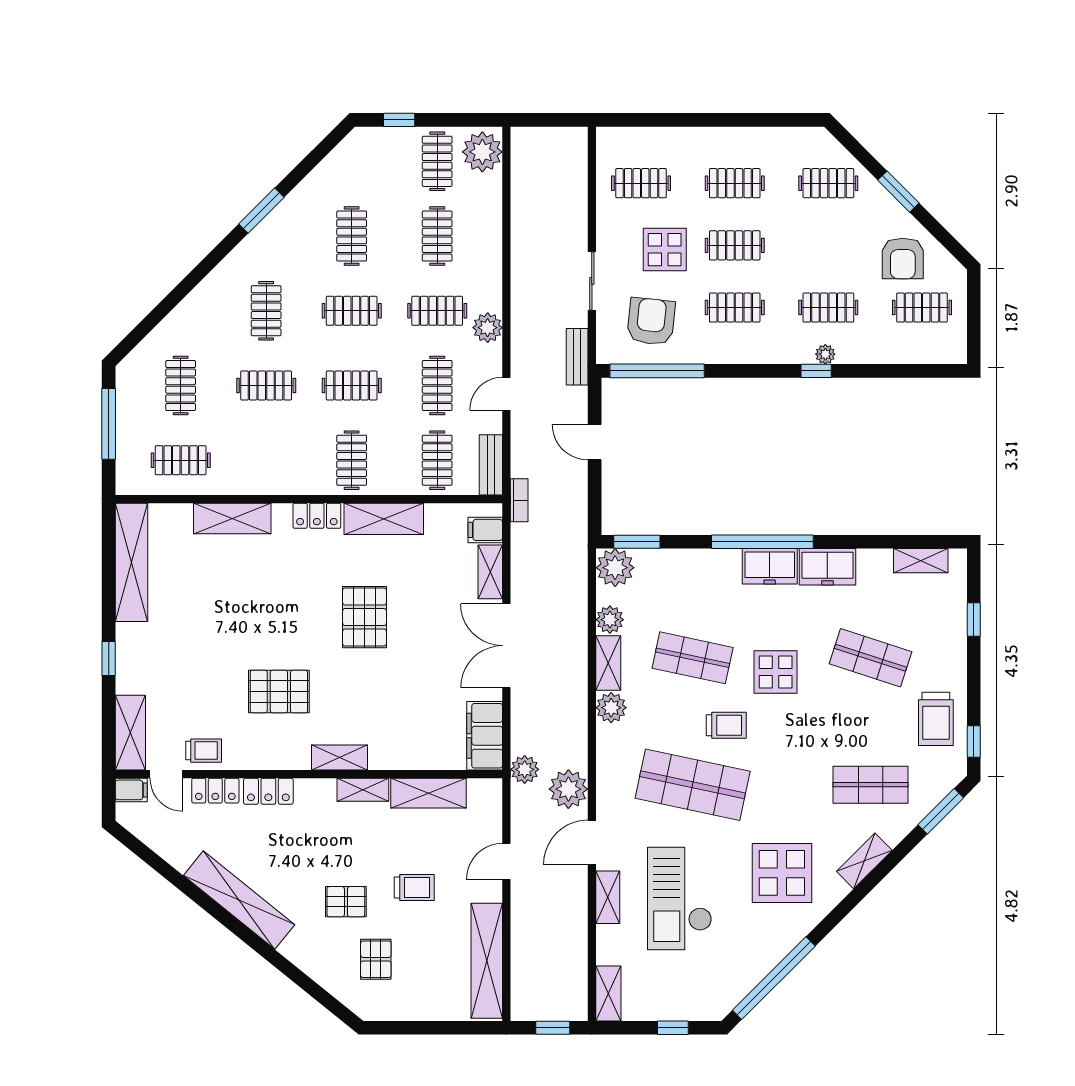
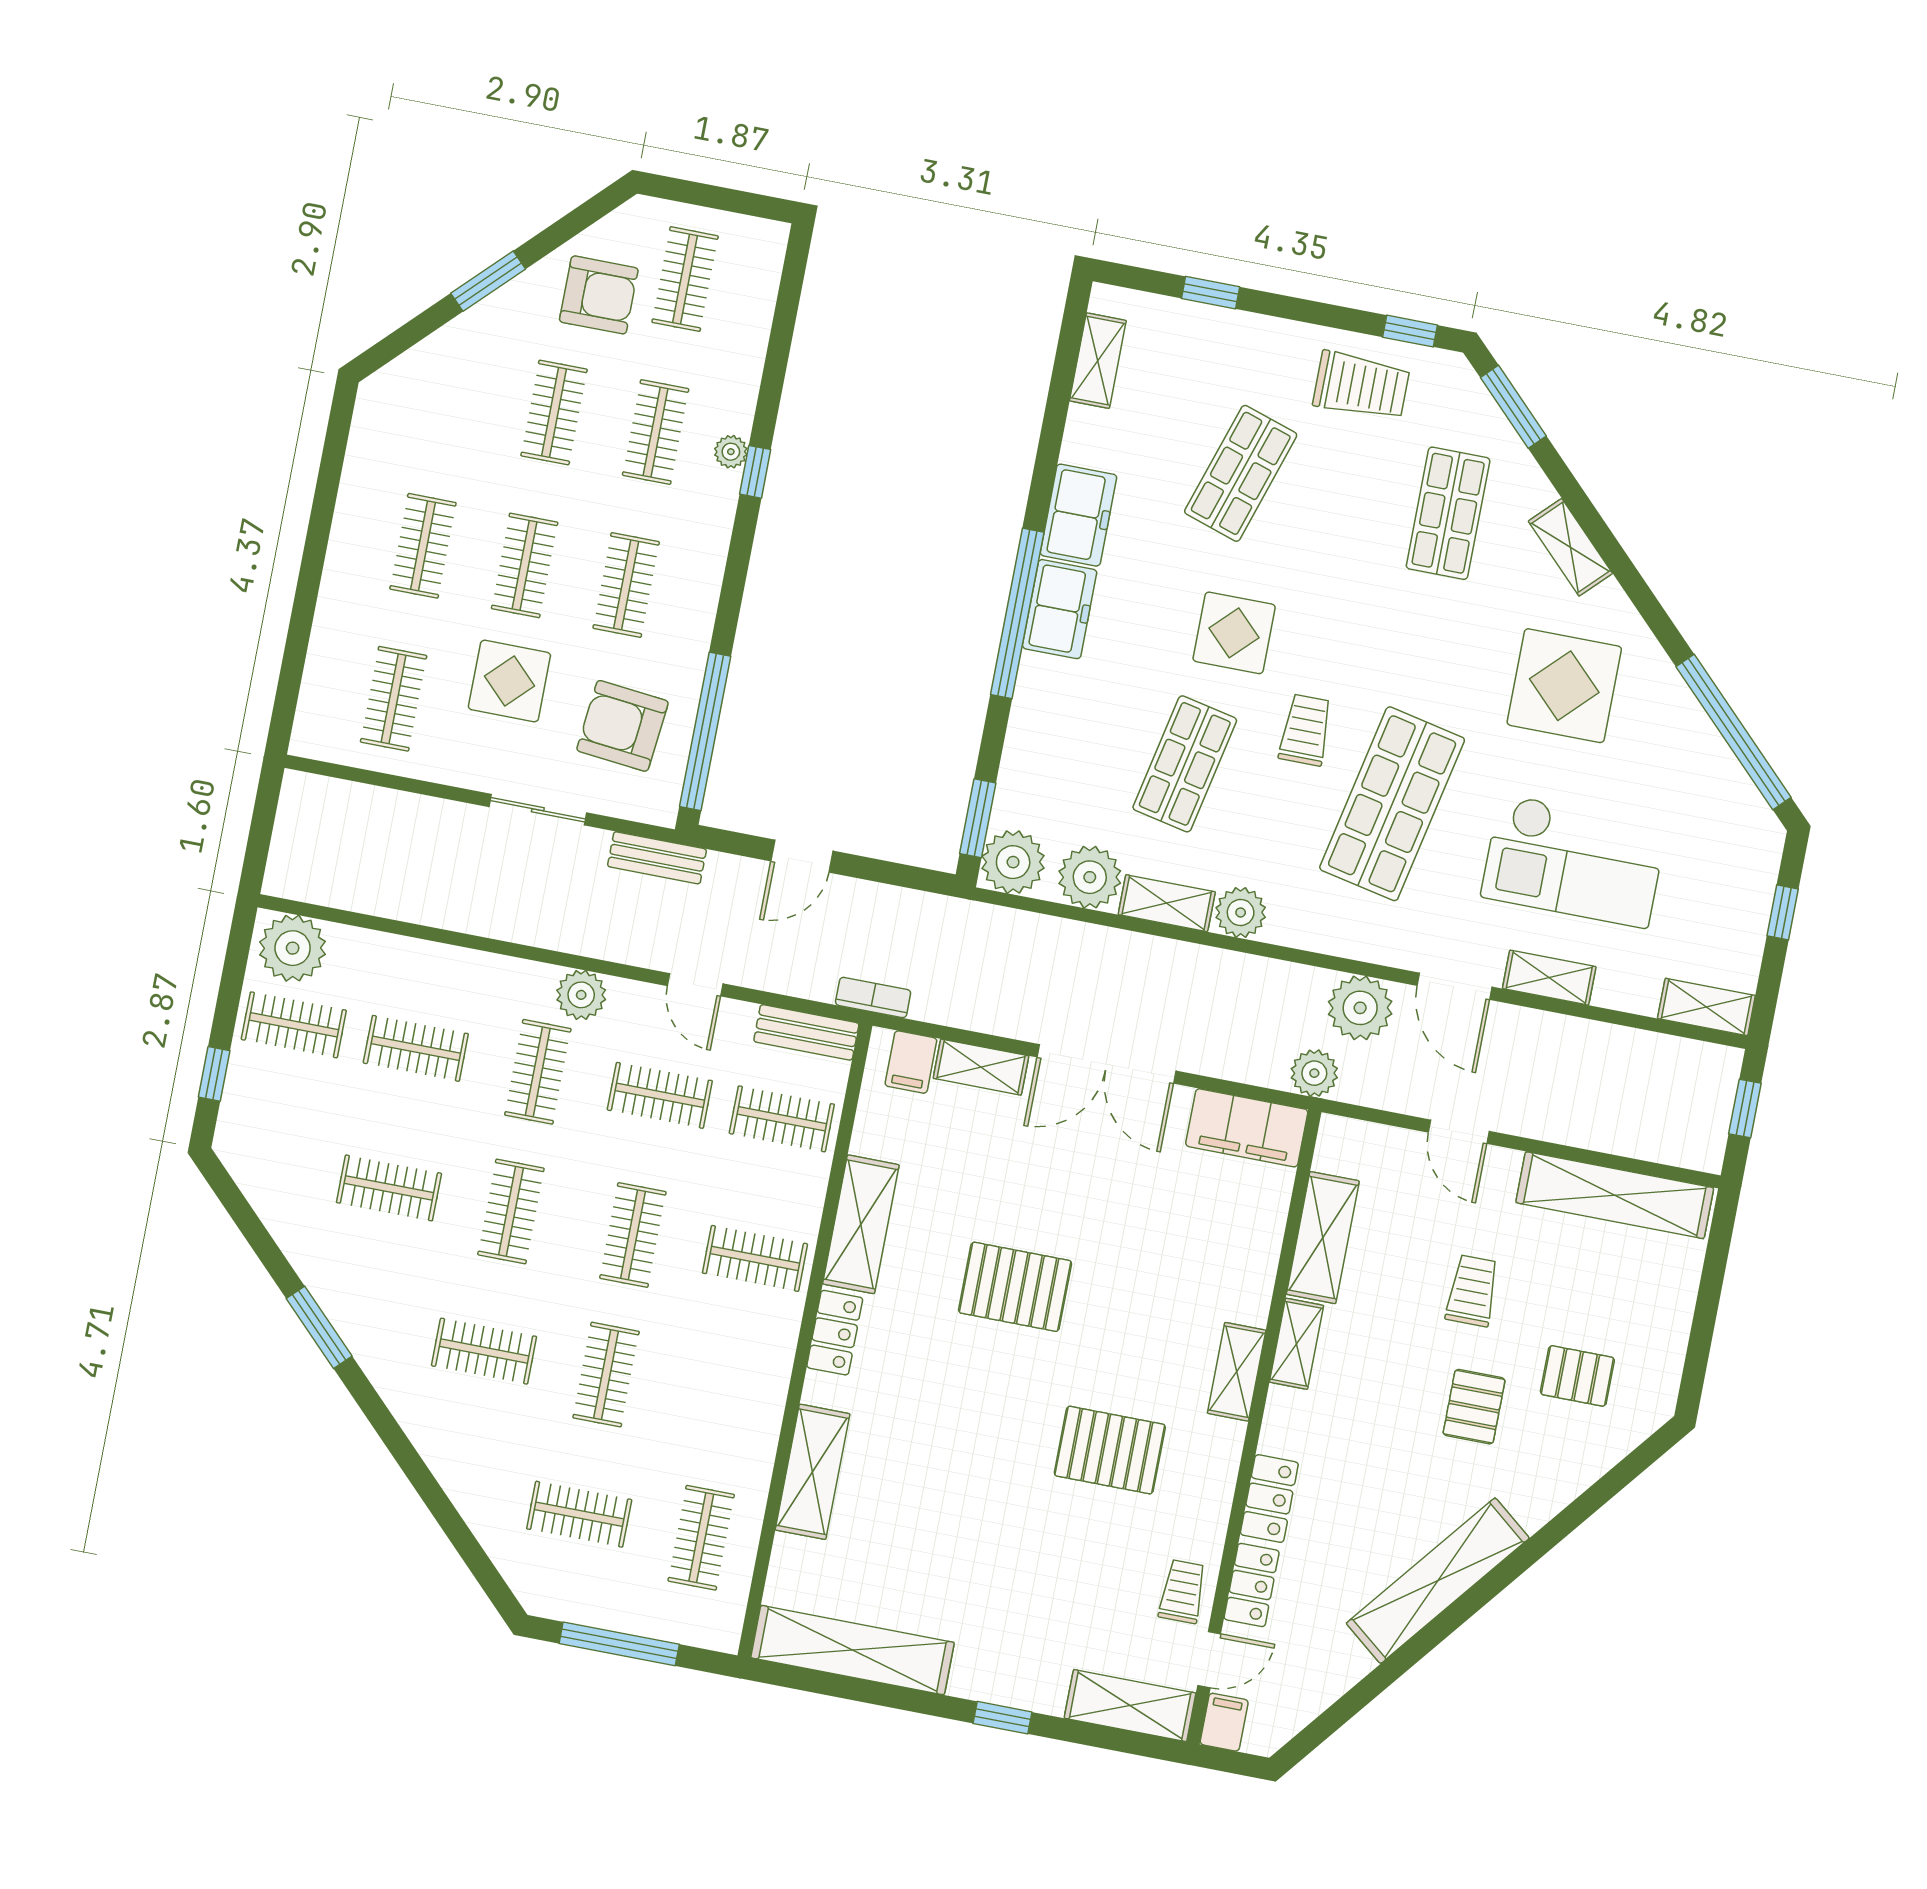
clothes rail: (828, 183) -> (554, 412), moved
plant: (610, 620) -> (1090, 877), width x1.36, depth x1.36
pallet: (279, 692) -> (1110, 1450), turned 90

